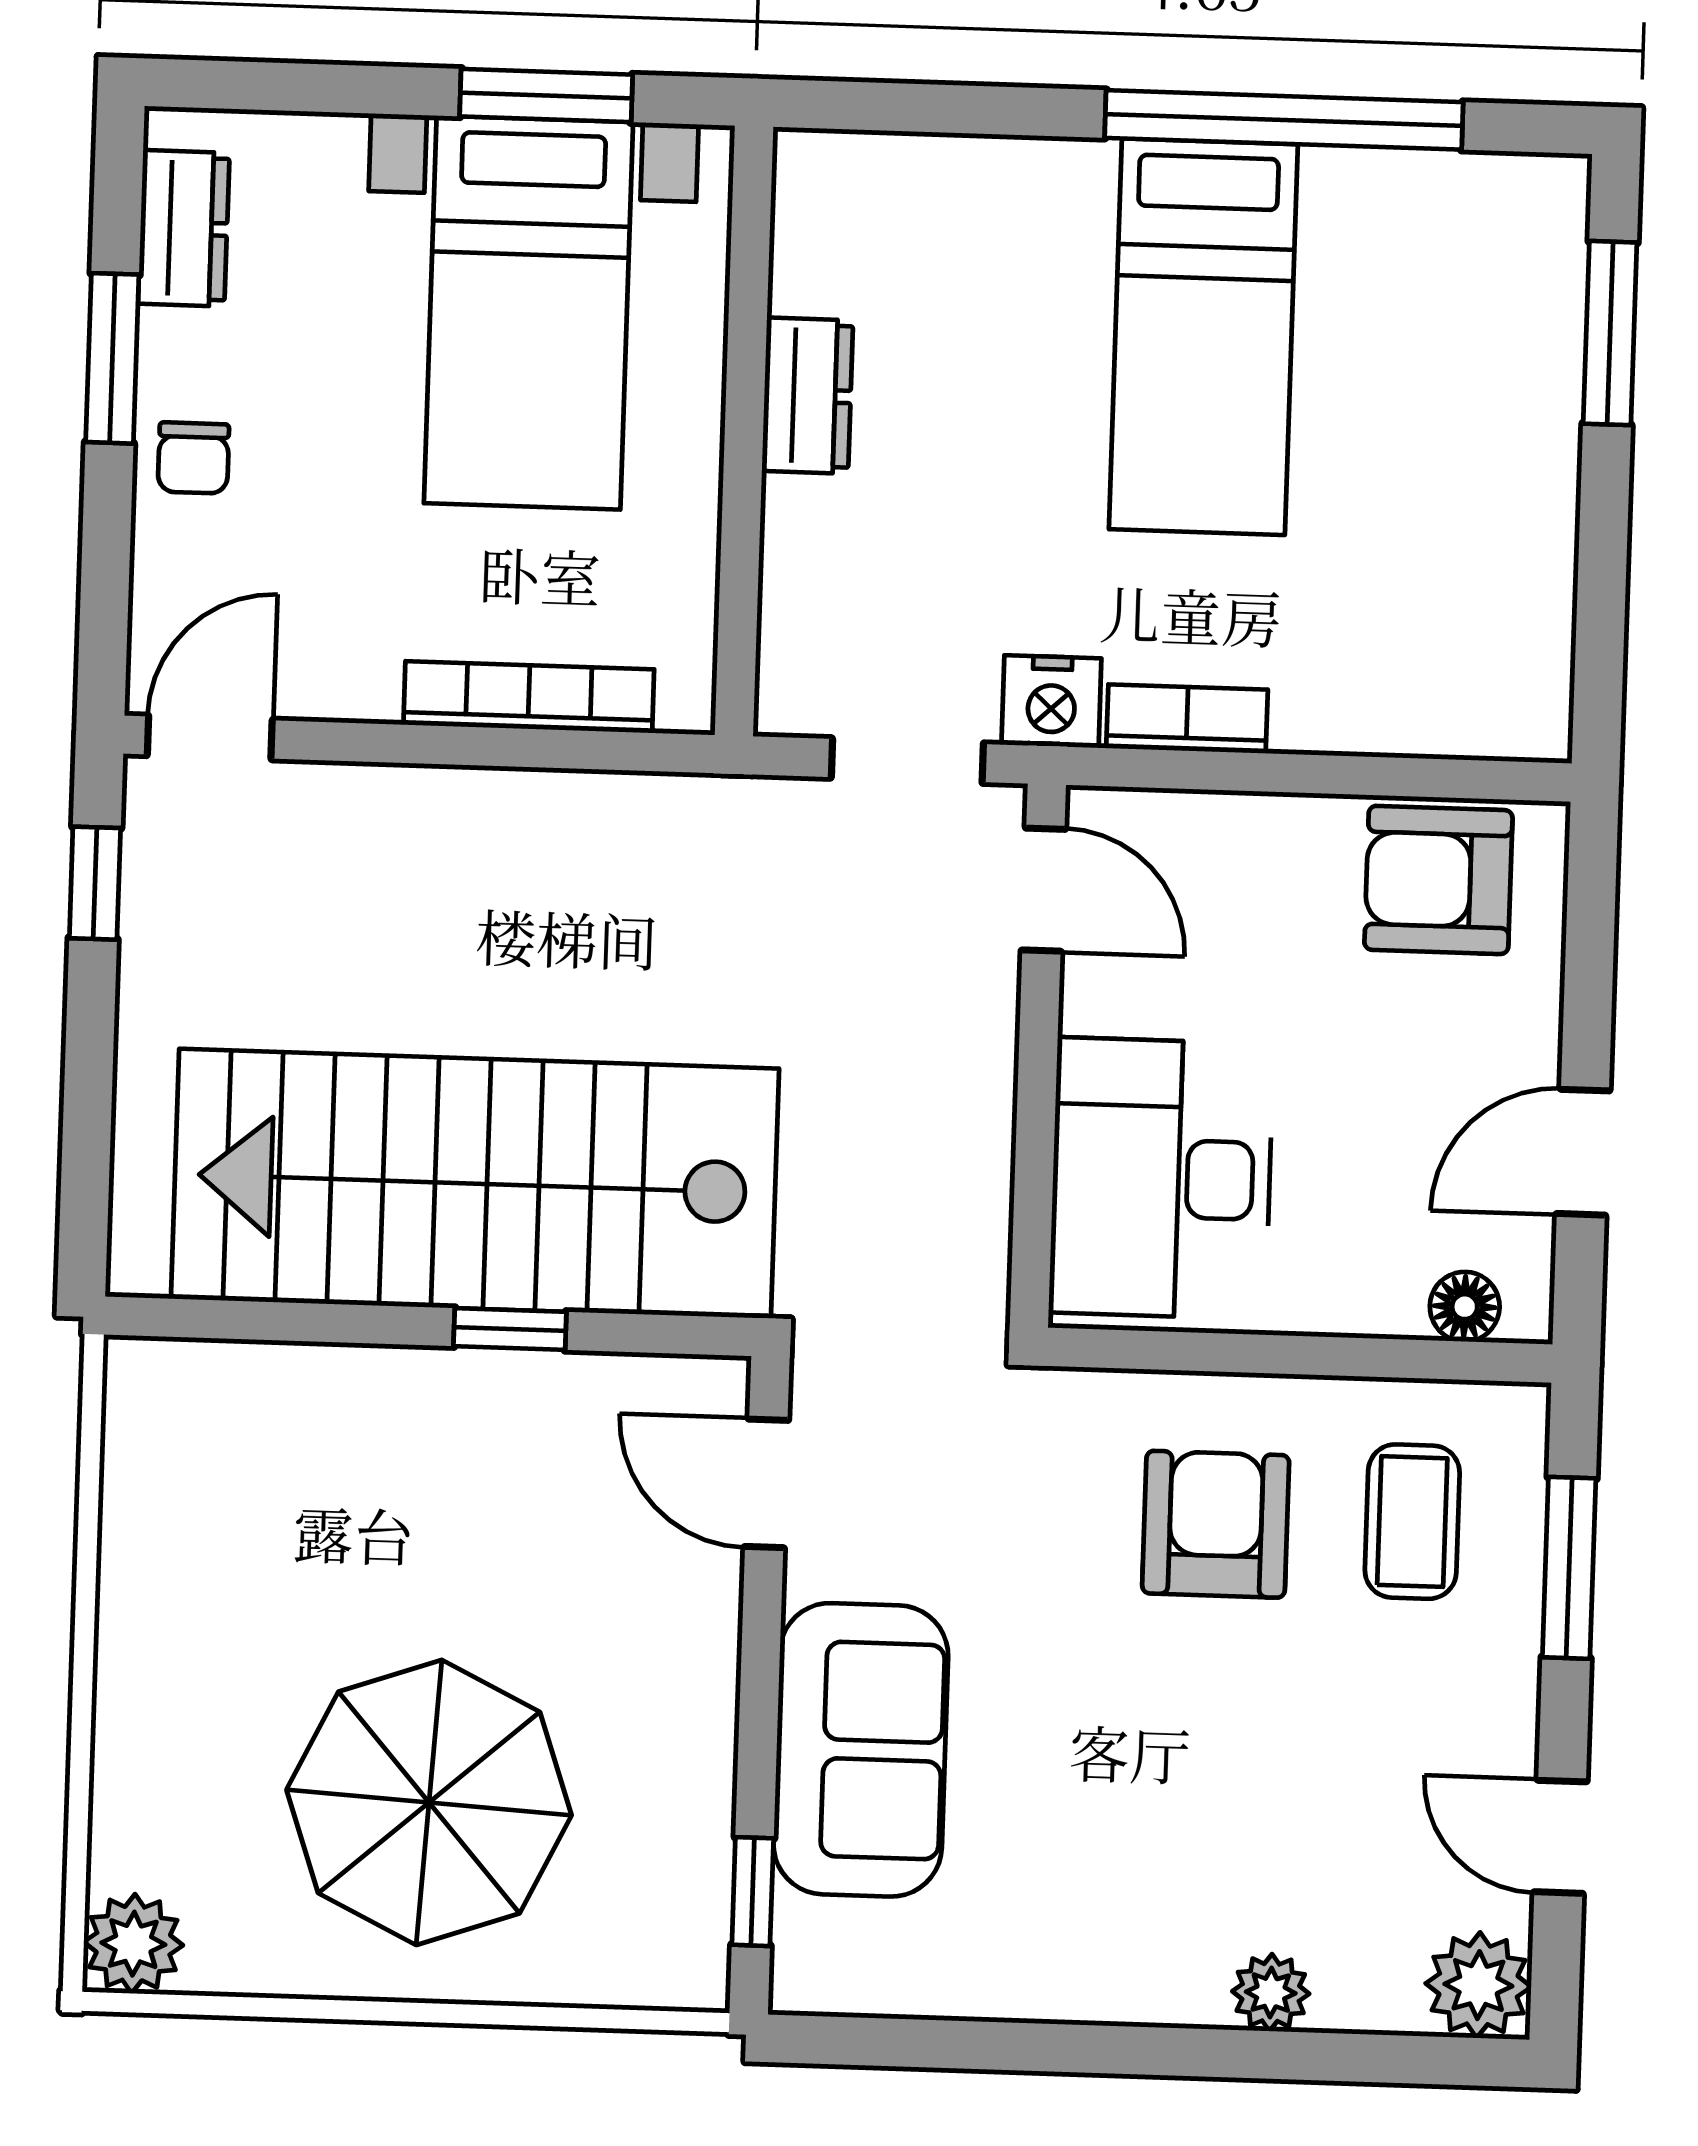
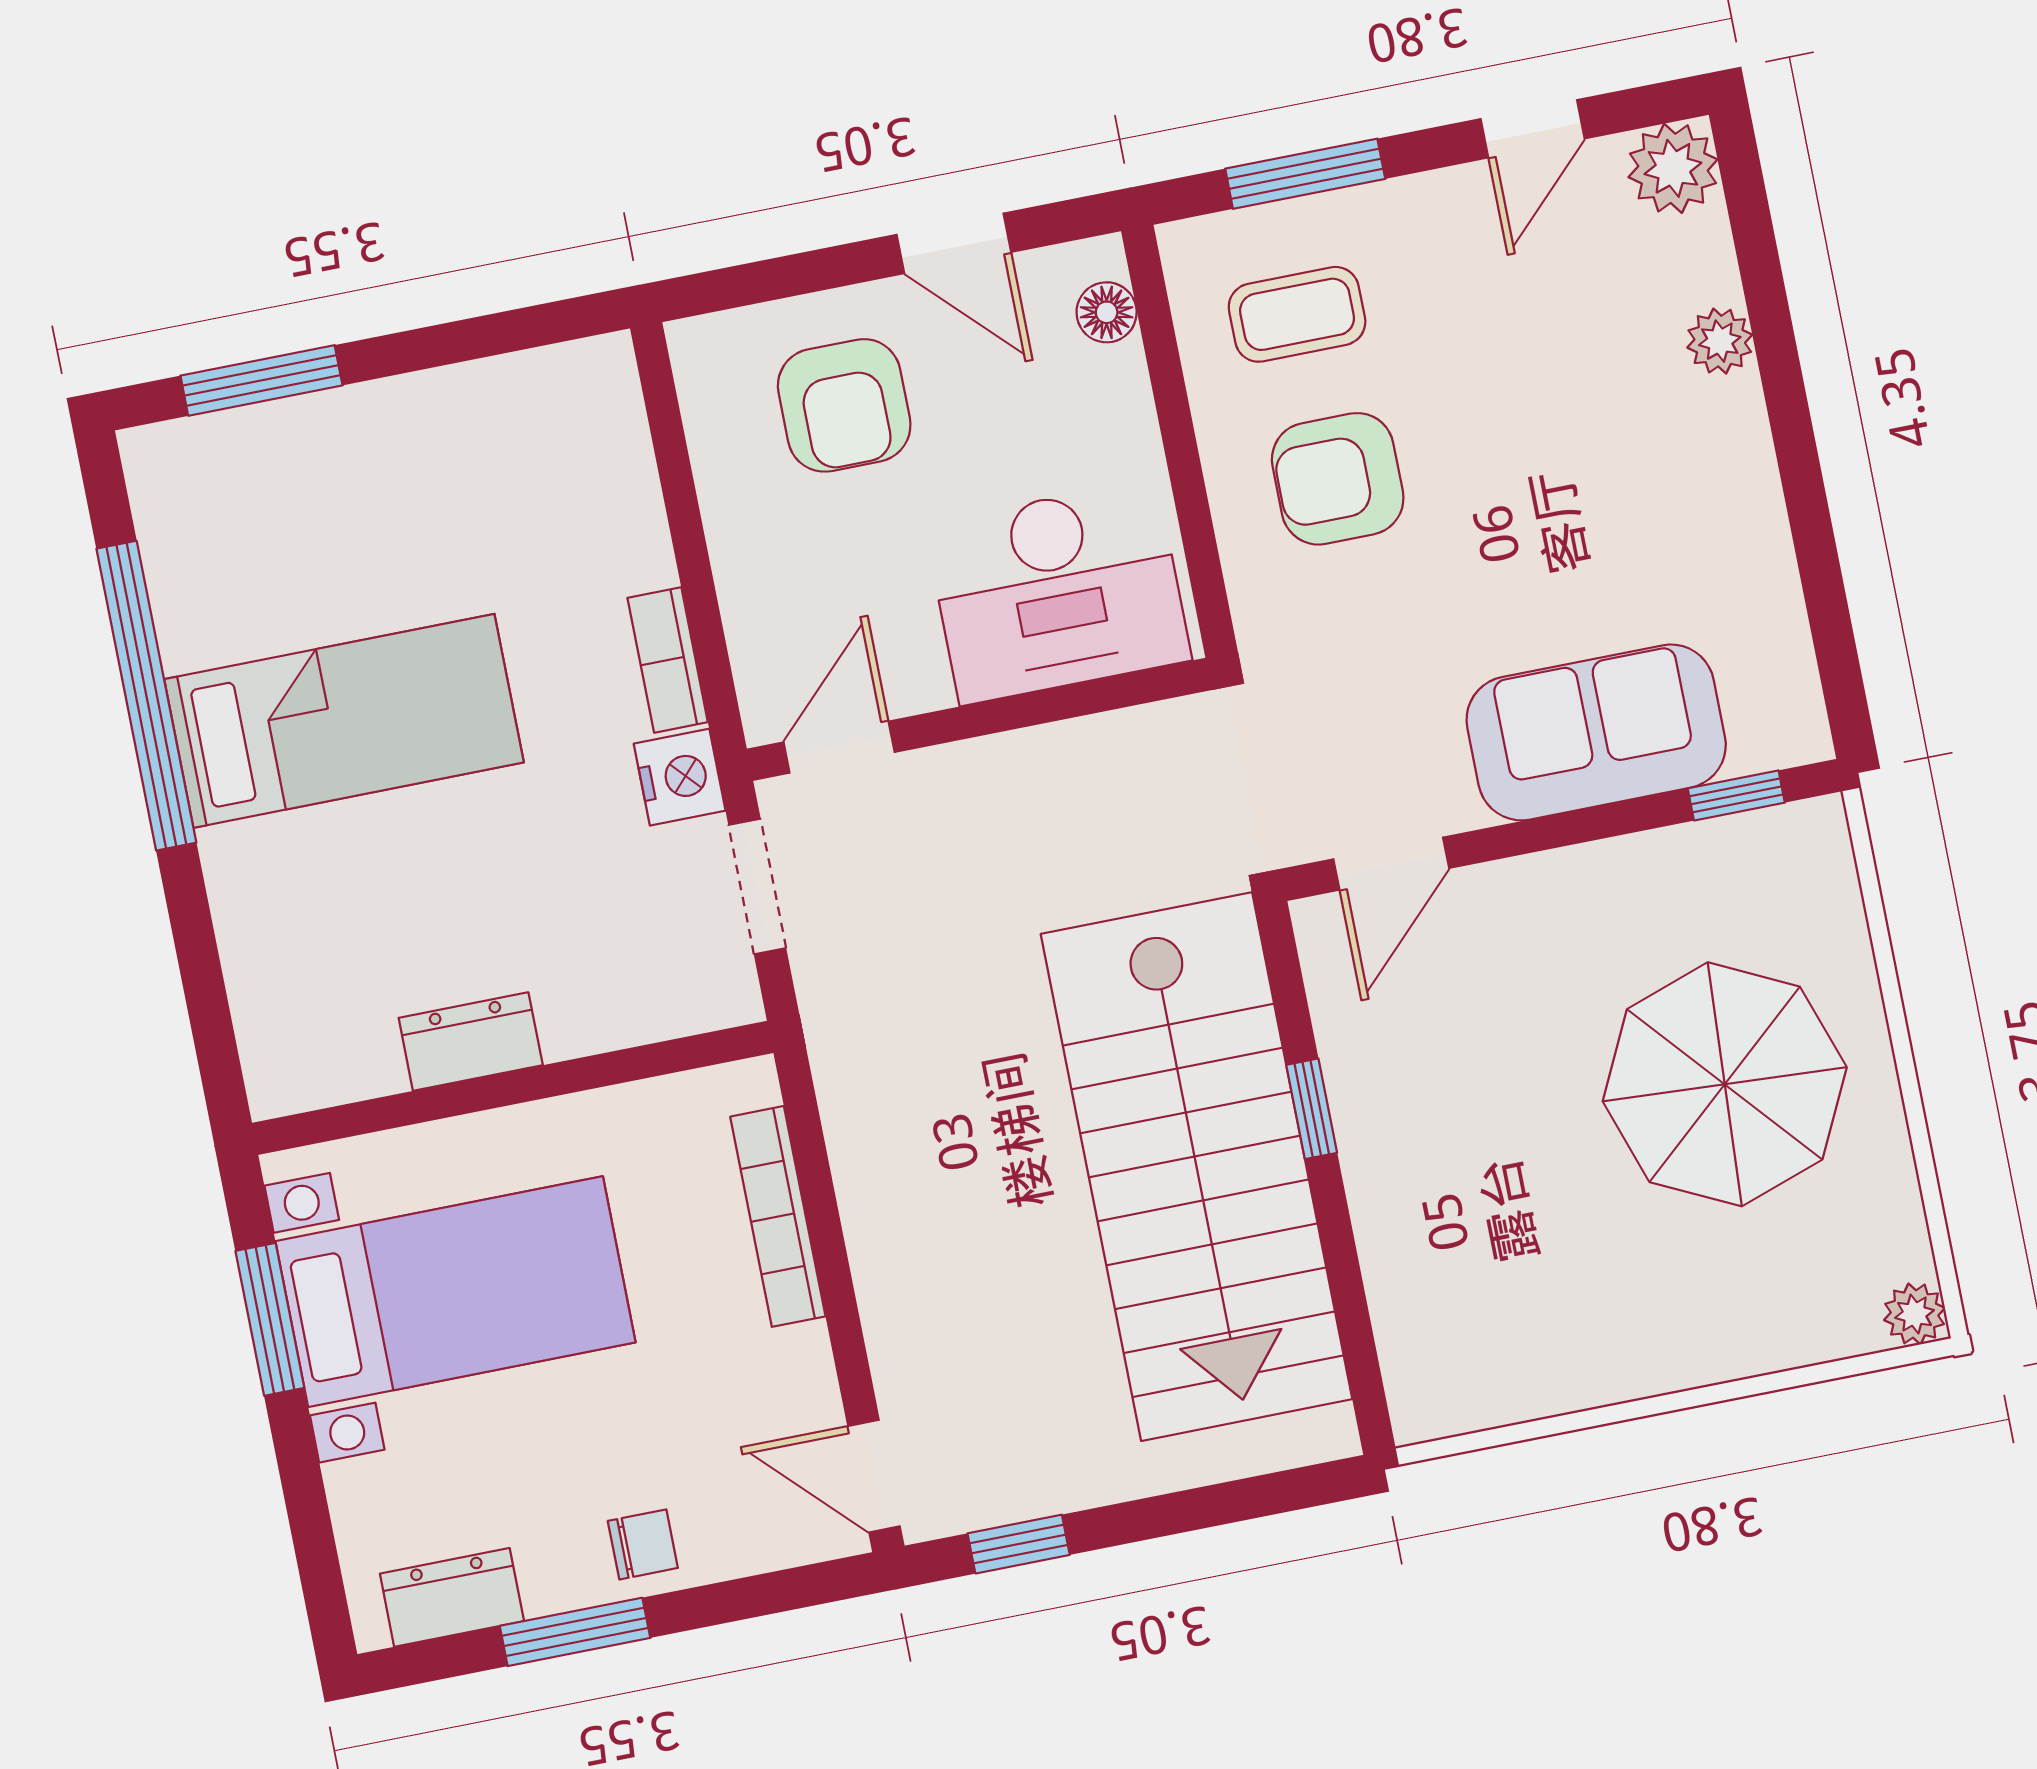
armchair: (1438, 880) -> (844, 405), moved
plant: (133, 1944) -> (1915, 1314), width x0.73, depth x0.73

